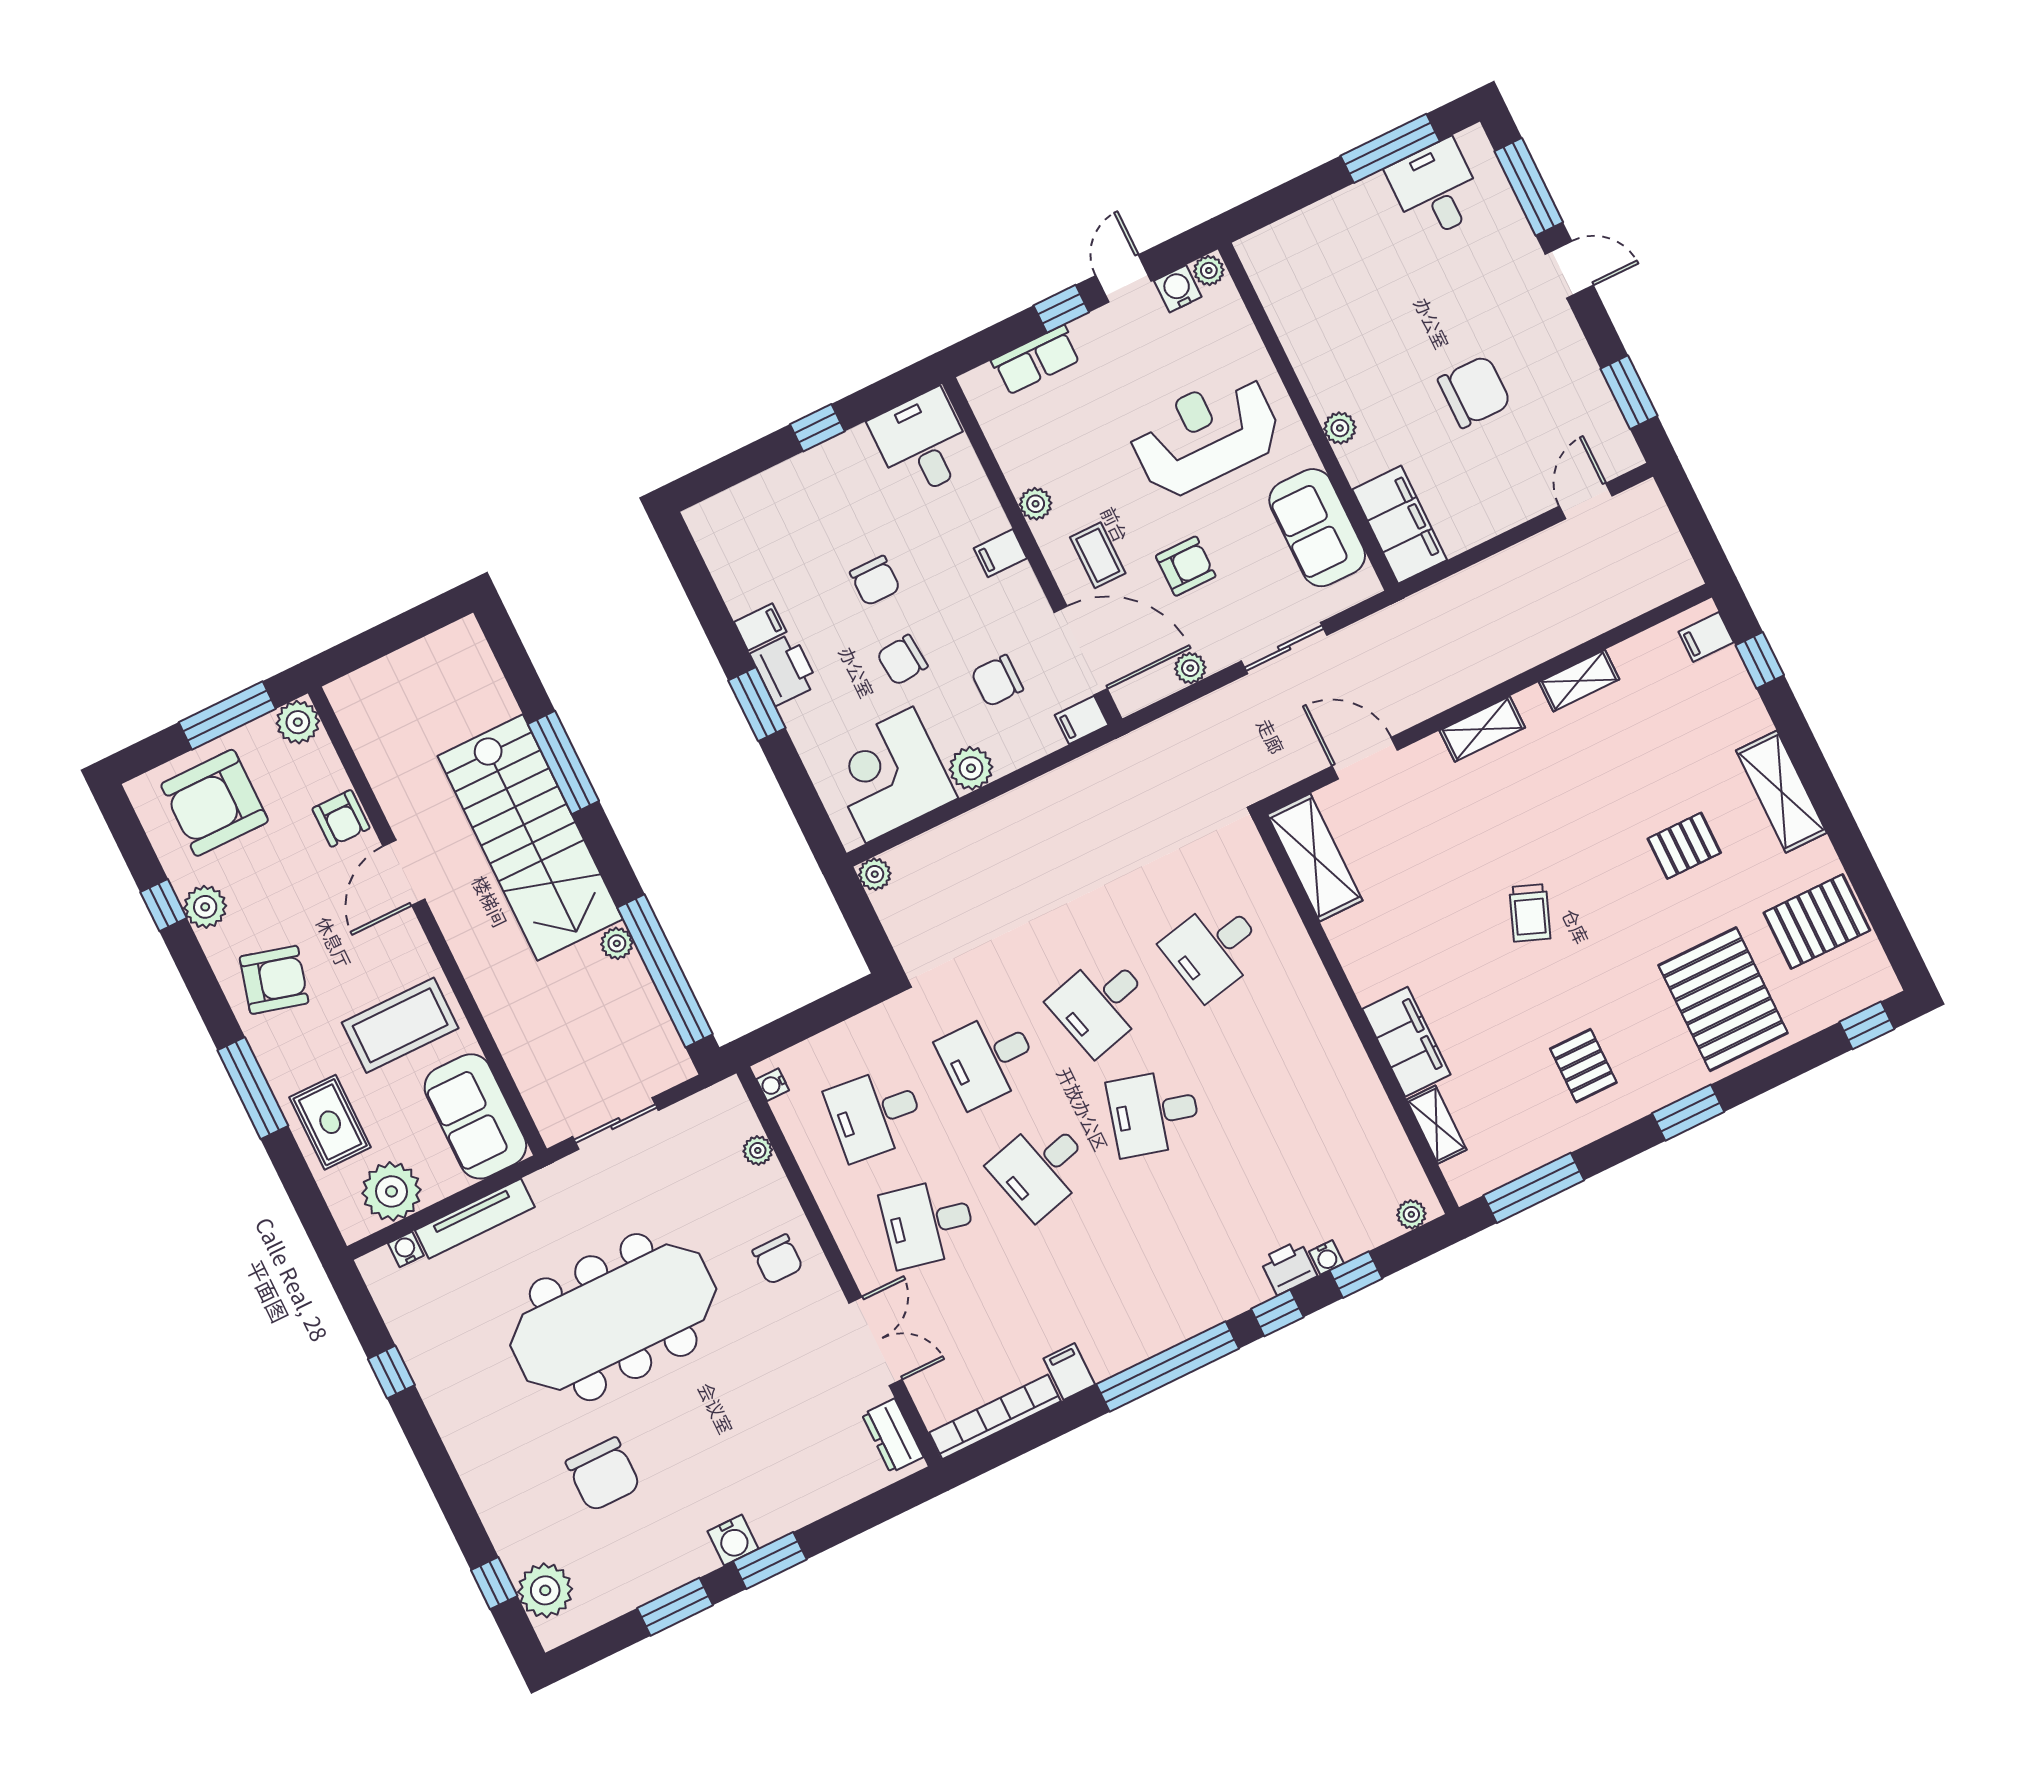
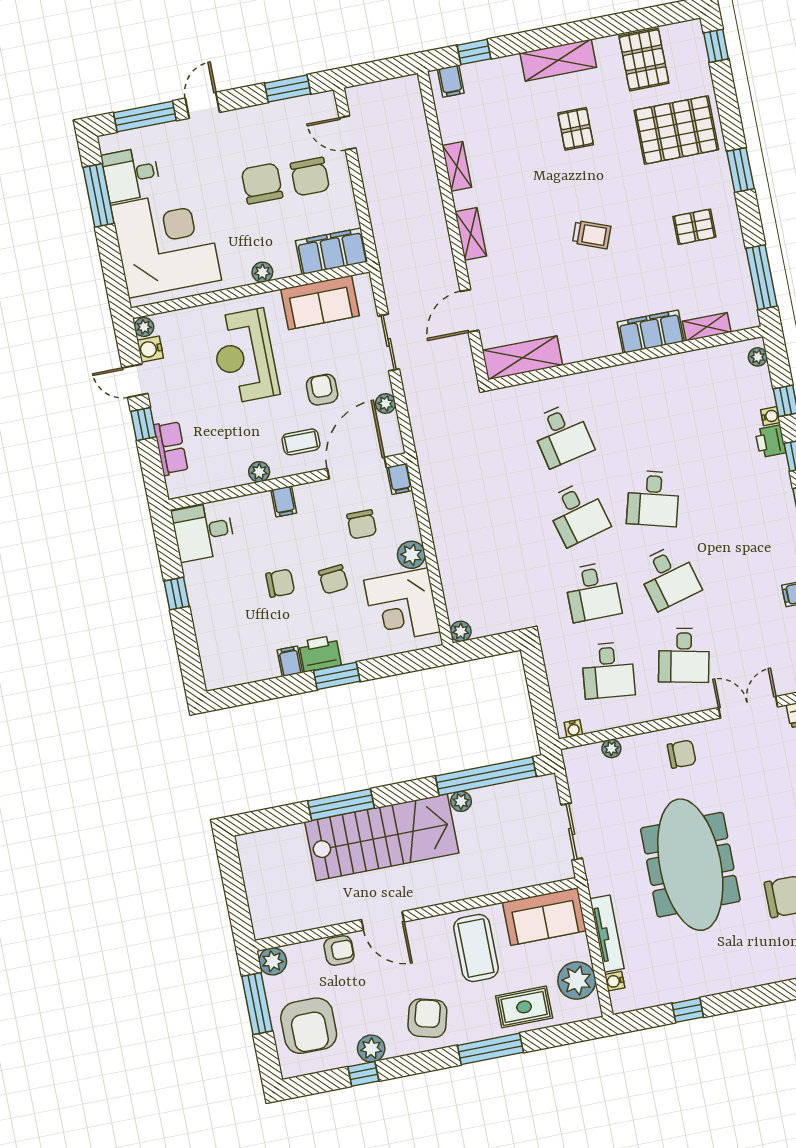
corner desk: (1346, 270) -> (166, 243), added
chair: (1504, 462) -> (310, 177), added

